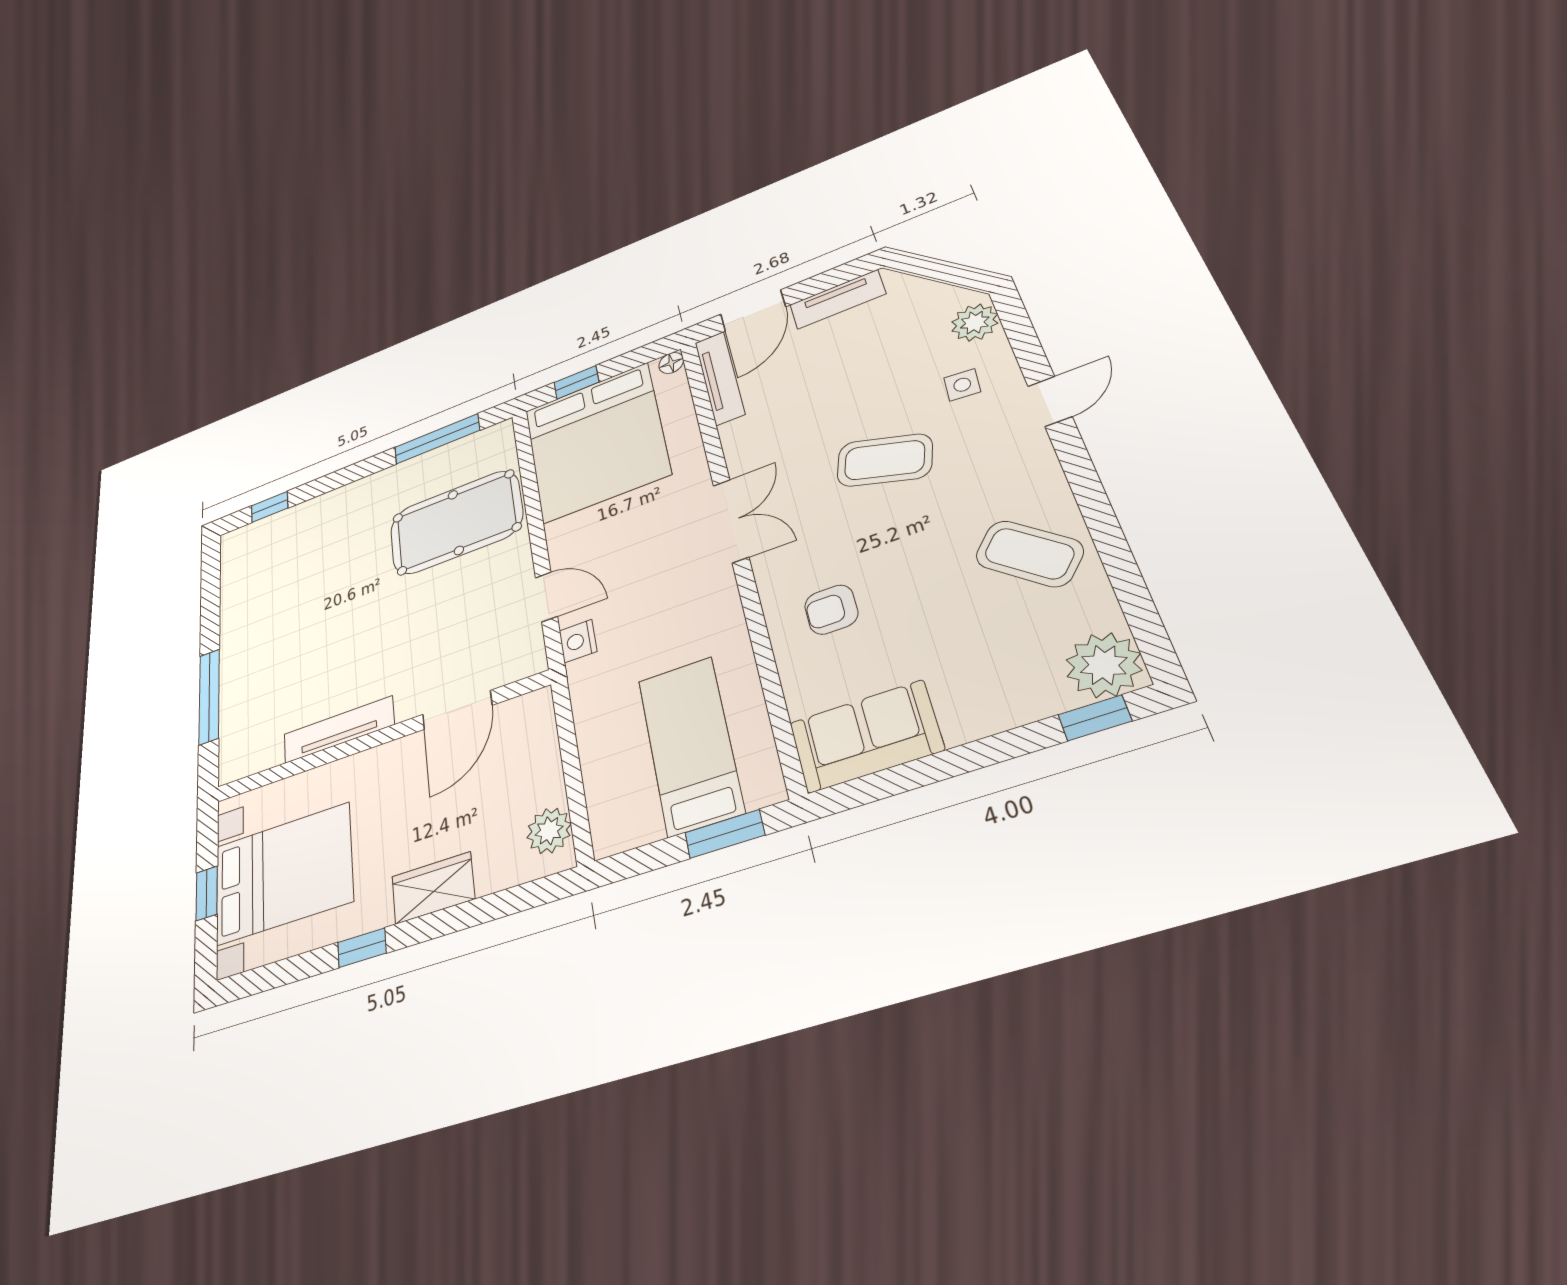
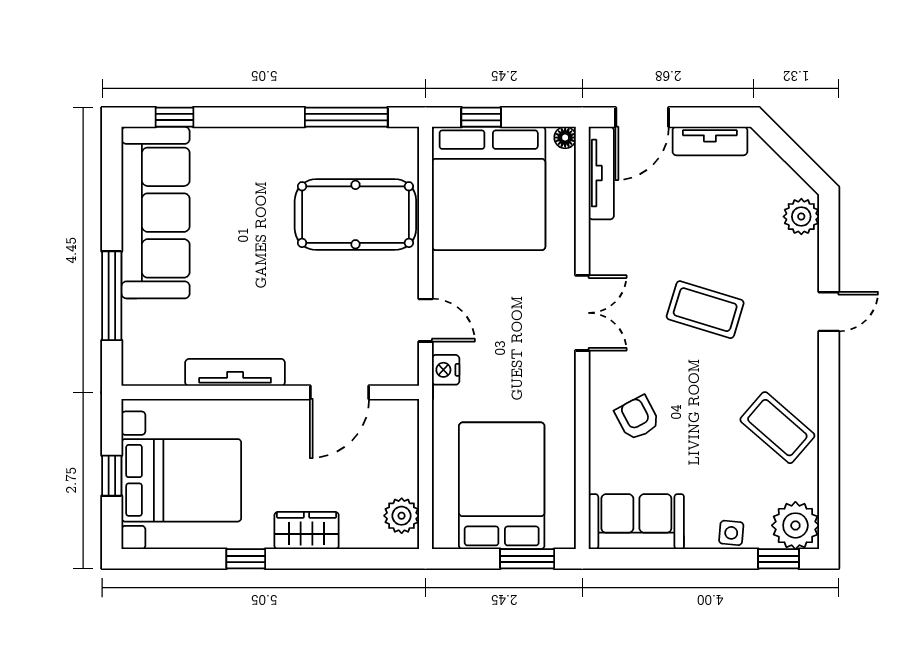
side table: (962, 385) -> (731, 533), moved
sofa: (252, 600) -> (156, 213), added
armchair: (831, 610) -> (637, 418), turned 62
bed: (690, 745) -> (502, 486), width x1.50

